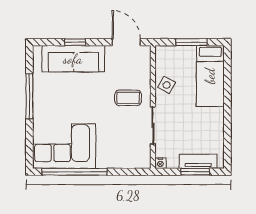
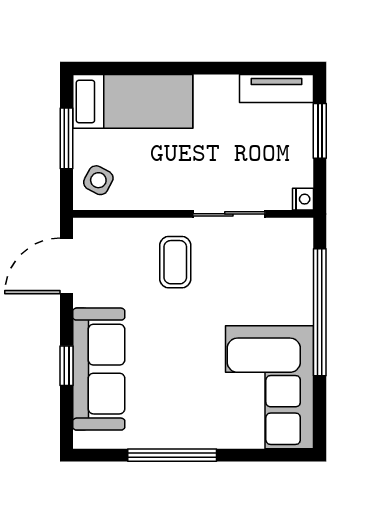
side table: (167, 85) -> (98, 180), moved
tv unit: (198, 161) -> (276, 89), moved, turned -90
window: (74, 172) -> (320, 312), moved

